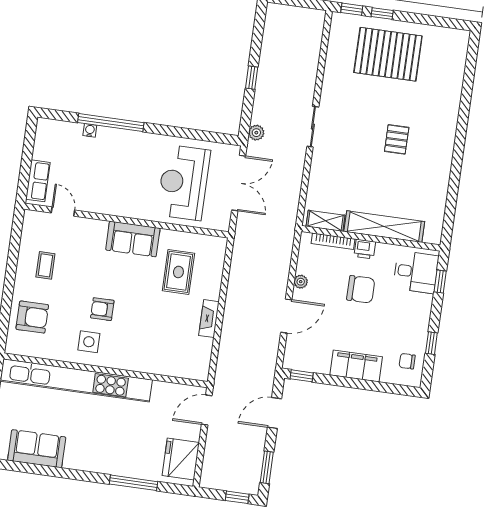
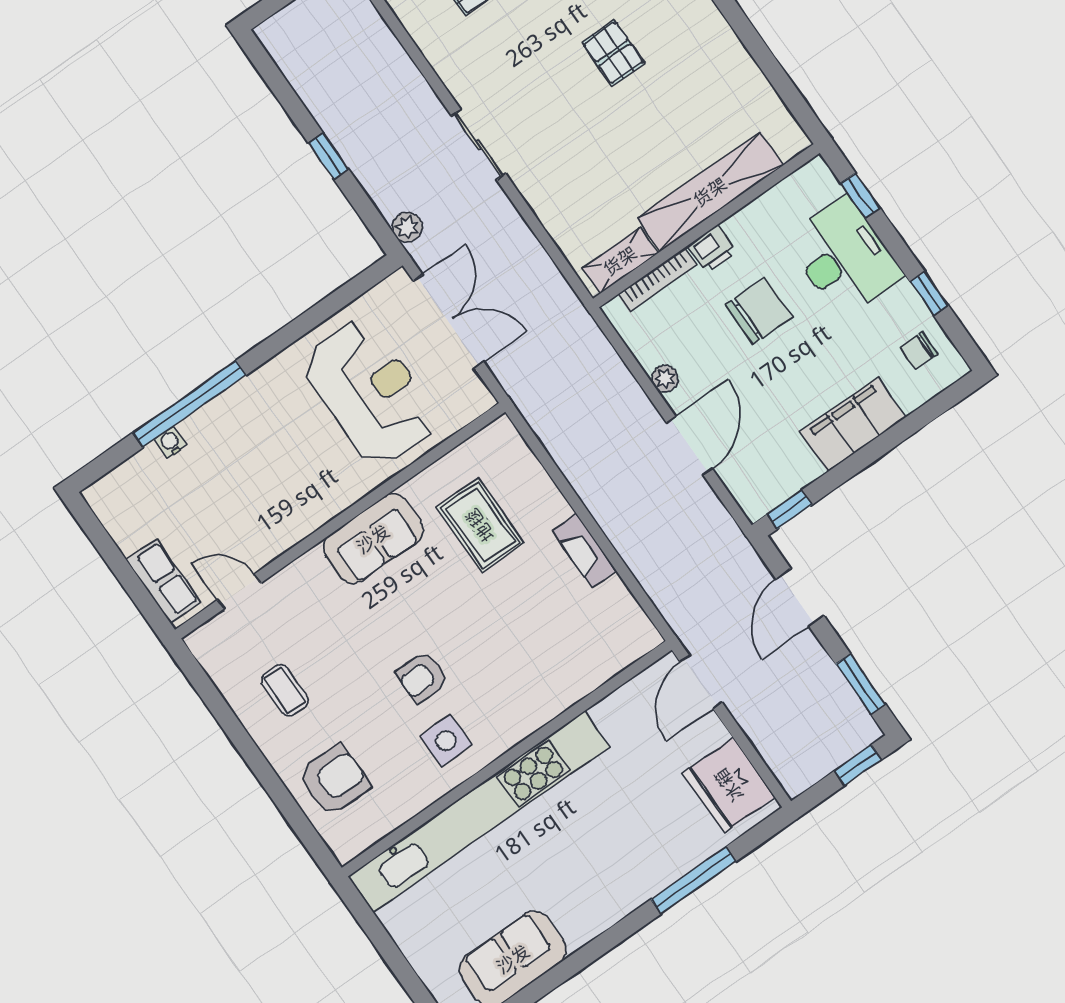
reception desk: (183, 183) -> (370, 393), turned 180
desk: (416, 272) -> (844, 257), moved, width x1.37

